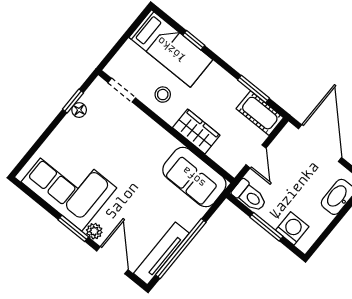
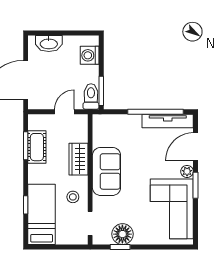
floor lamp: (79, 110) -> (122, 234), width x1.89, depth x1.89
cot: (260, 113) -> (37, 147), moved
sofa: (194, 177) -> (106, 171), moved
window: (266, 227) -> (101, 91), moved

